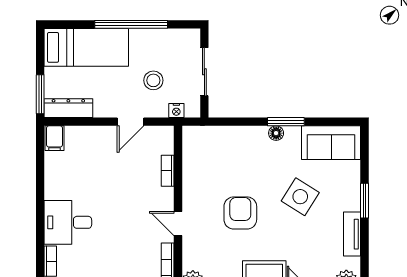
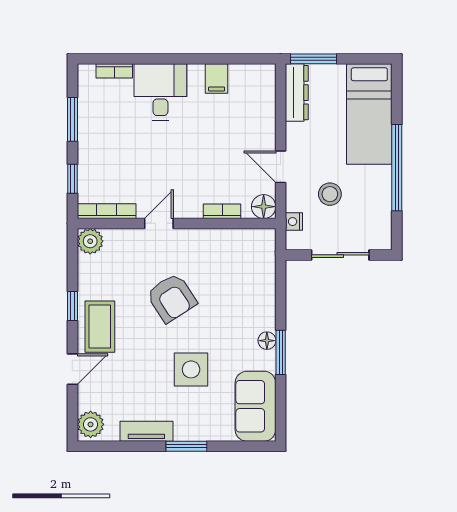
floor lamp: (164, 136) -> (264, 207), added
filing cabinet: (54, 138) -> (217, 79), moved, turned -90
side table: (300, 197) -> (191, 369), turned -32
armchair: (240, 213) -> (172, 298), turned 57

